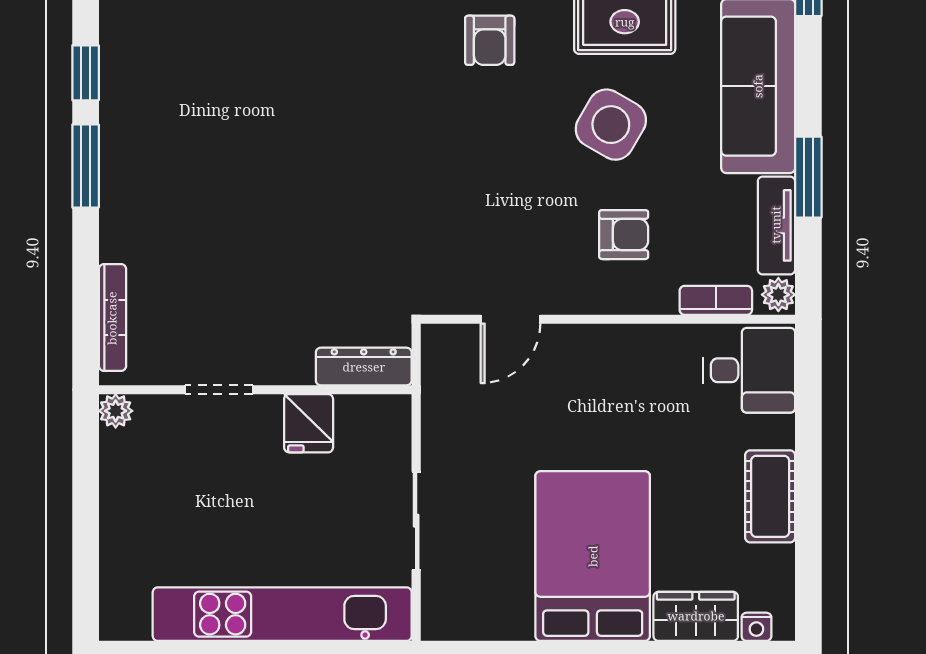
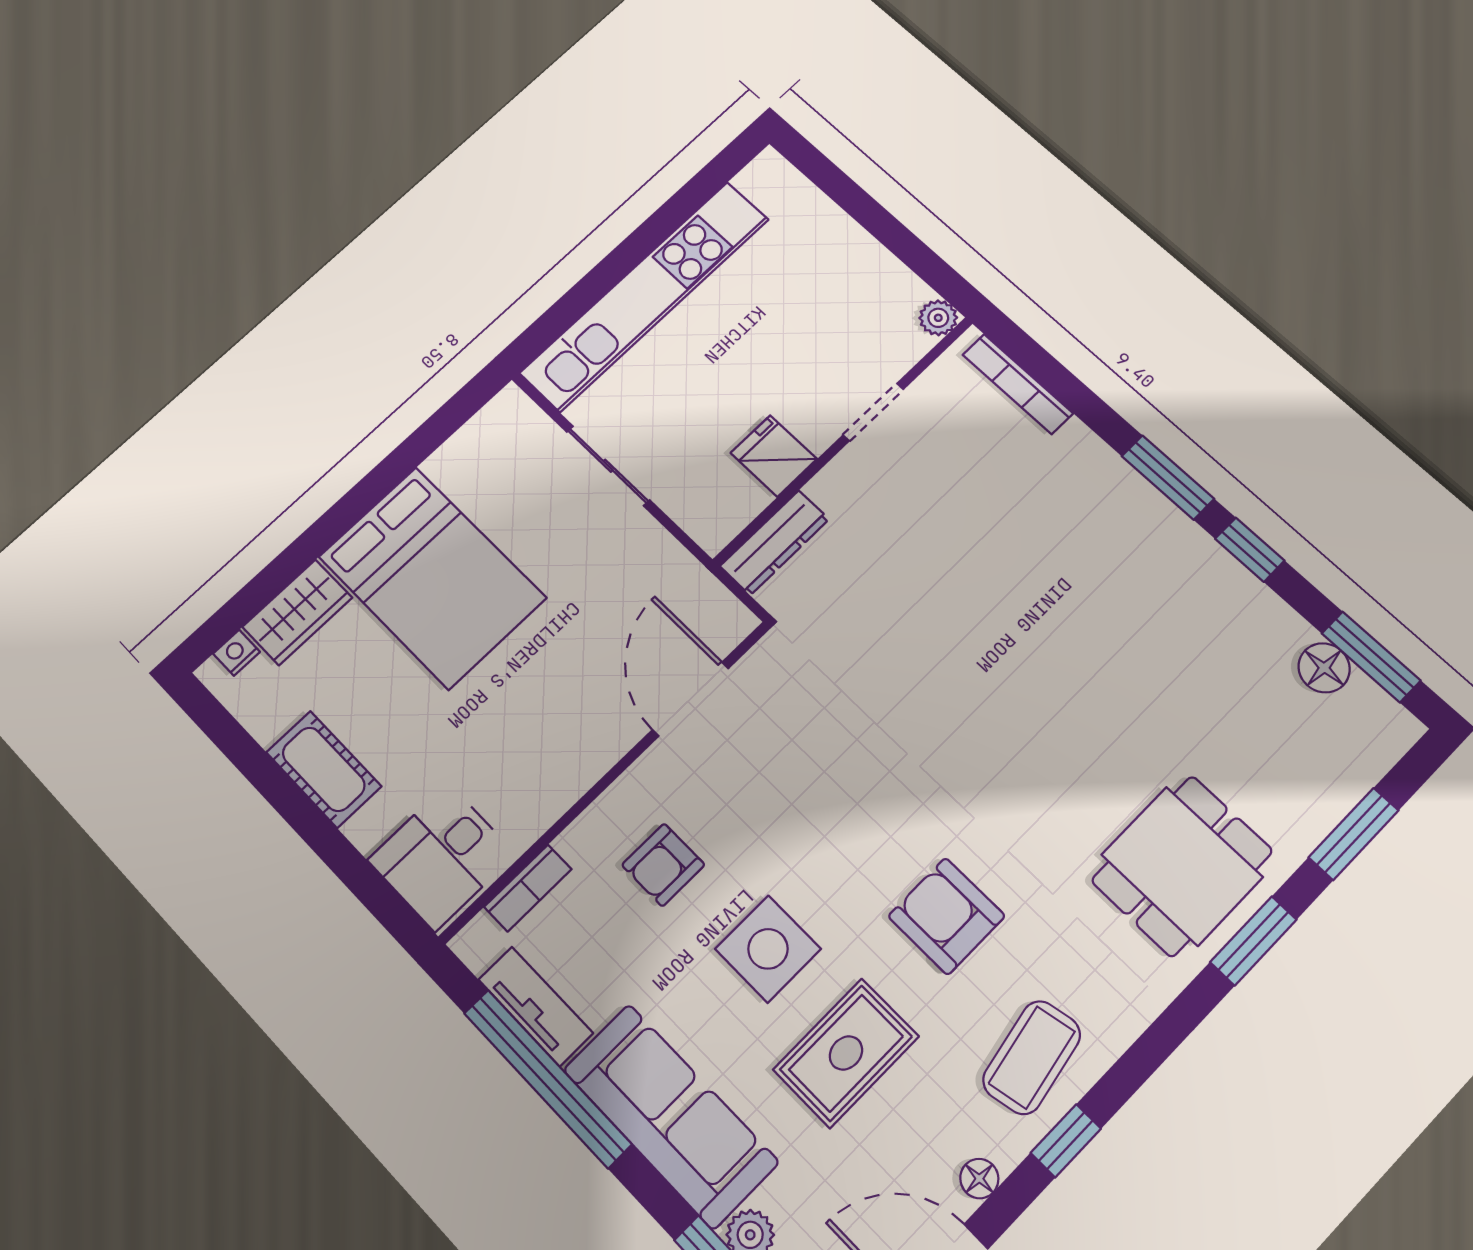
armchair: (490, 40) -> (947, 916), width x1.38, depth x1.38
side table: (611, 125) -> (768, 949), turned -30
window: (808, 177) -> (547, 1078), width x2.11
plant: (778, 295) -> (477, 947), removed
door: (511, 319) -> (690, 699), width x1.38

